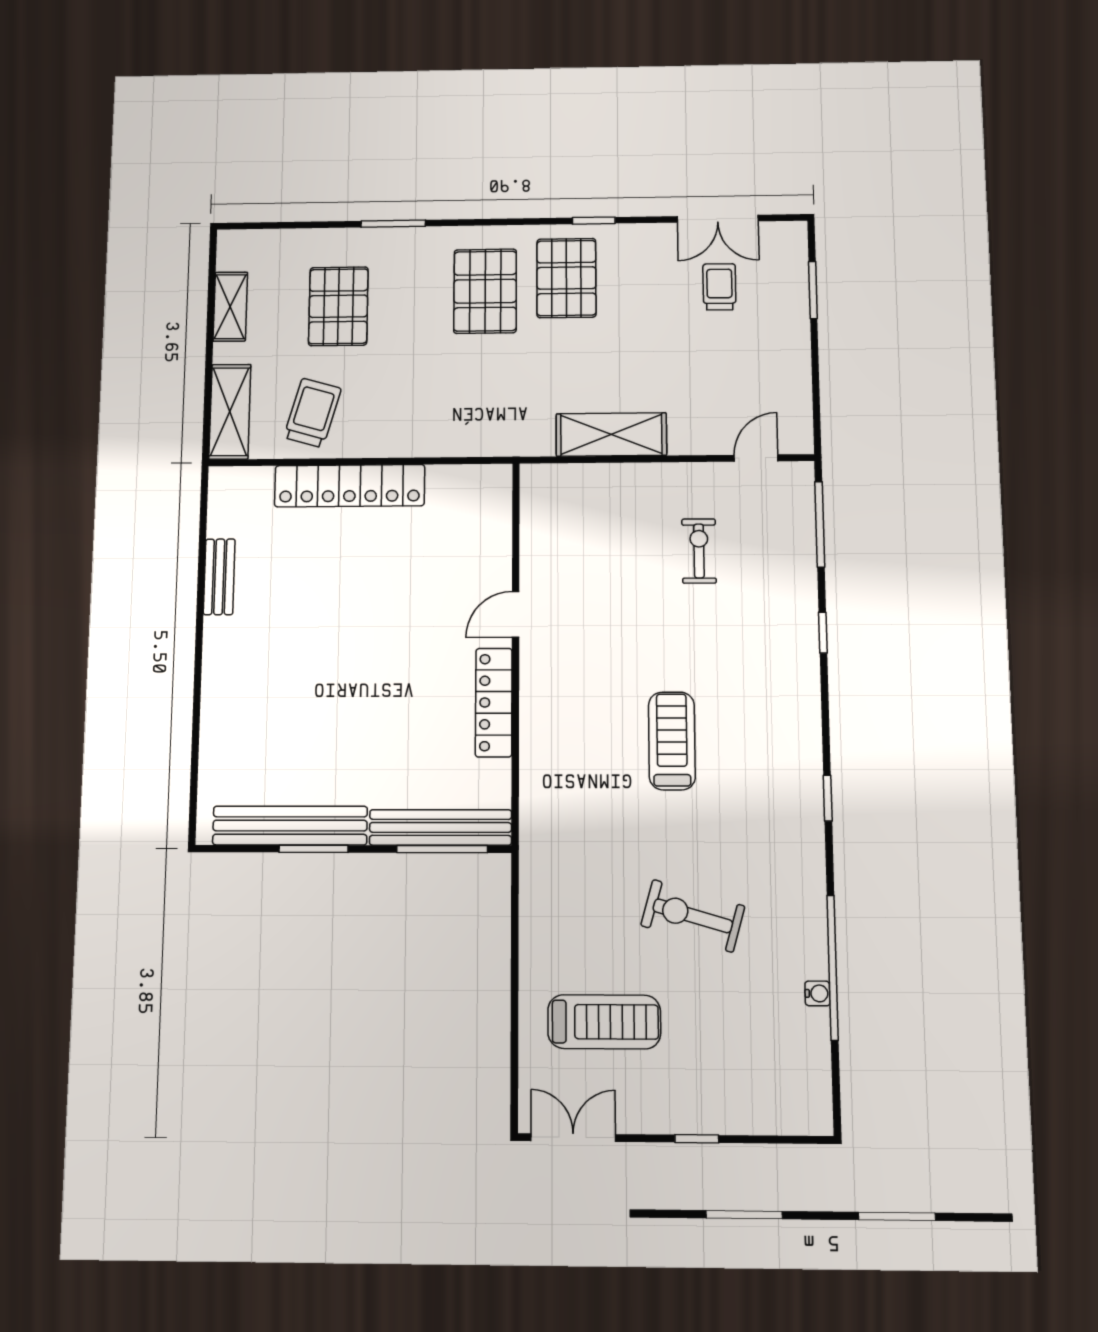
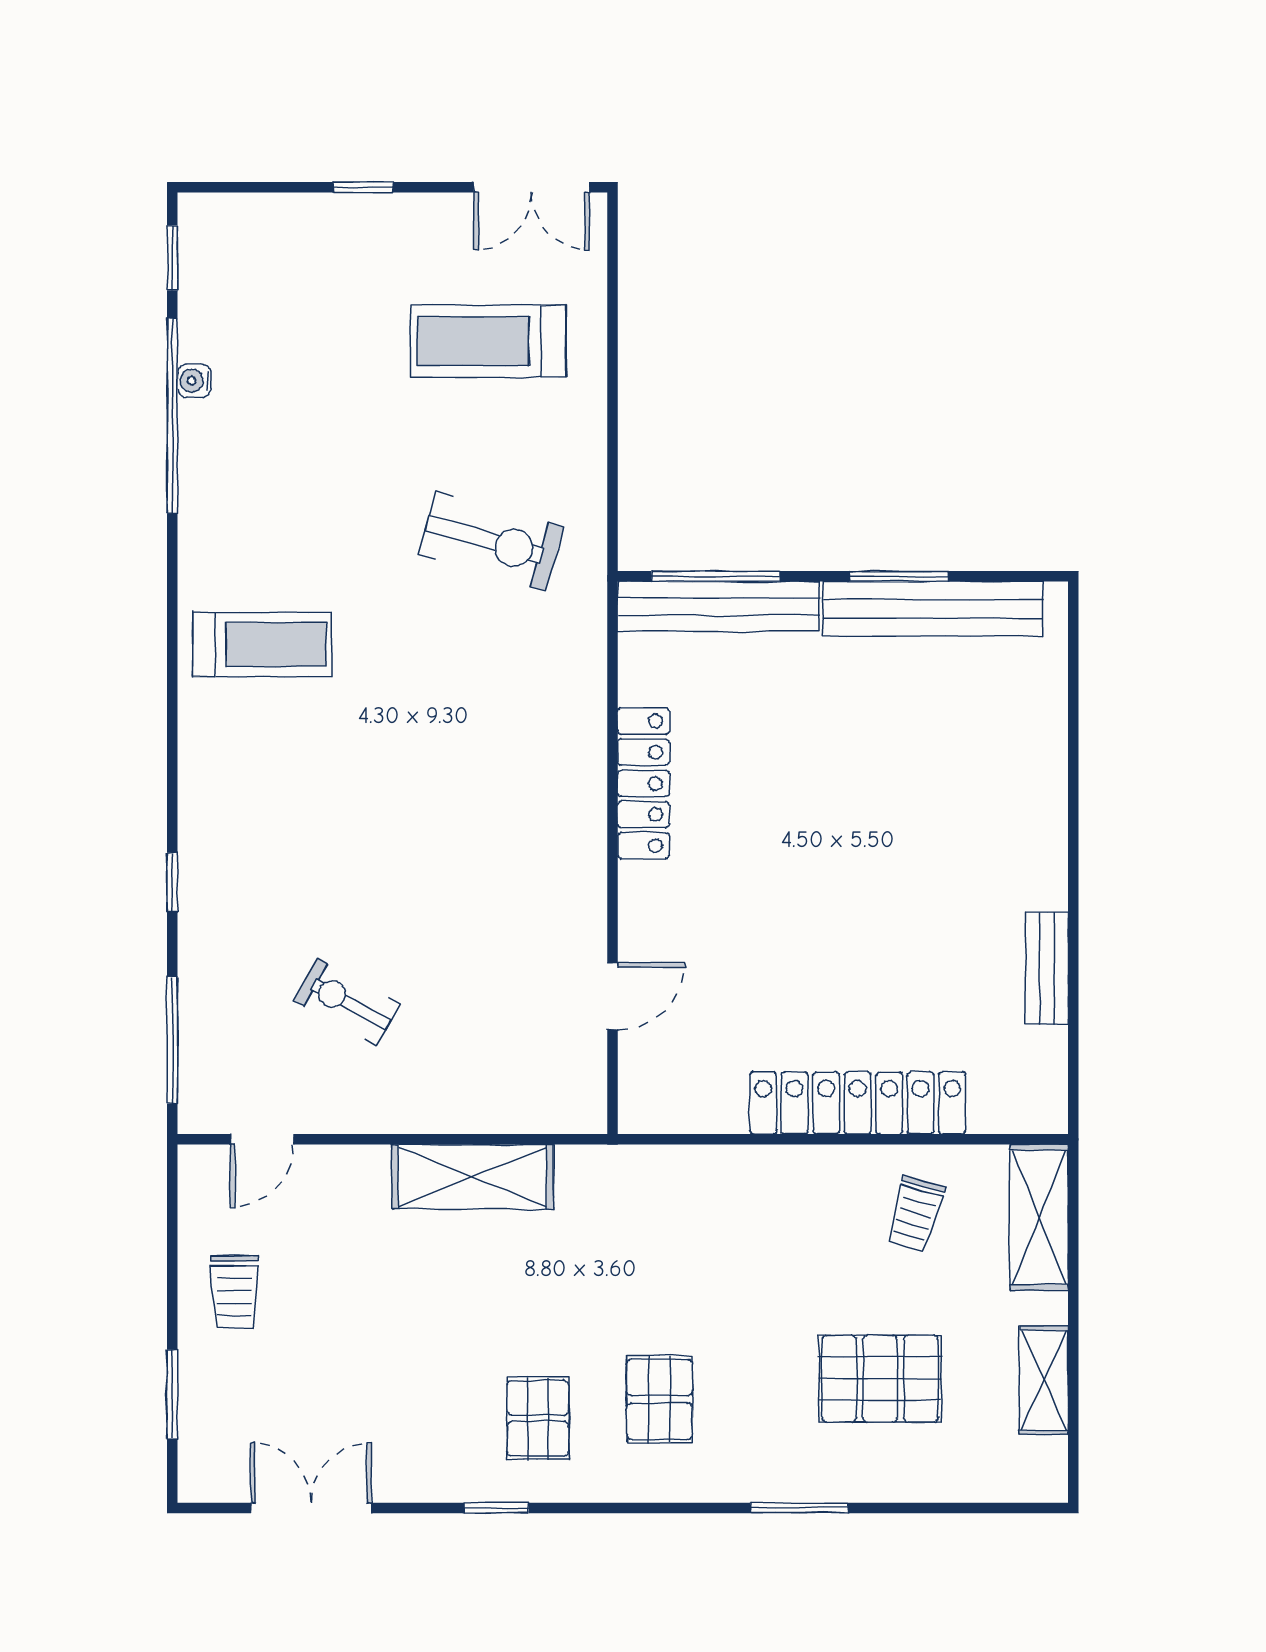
pallet: (566, 278) -> (538, 1418), width x0.67, depth x0.71
trolley: (719, 287) -> (234, 1292), moved
pallet: (485, 291) -> (660, 1399), width x0.67, depth x0.71
pallet: (338, 306) -> (880, 1379), turned 90
trolley: (312, 413) -> (915, 1214), width x0.73, depth x0.72
exercise bike: (699, 551) -> (347, 1002), turned 119
door: (516, 614) -> (613, 996), moved
treadmill: (672, 741) -> (262, 645), moved, turned -90
window: (828, 798) -> (172, 258), moved
exercise bike: (693, 916) -> (491, 541), moved

